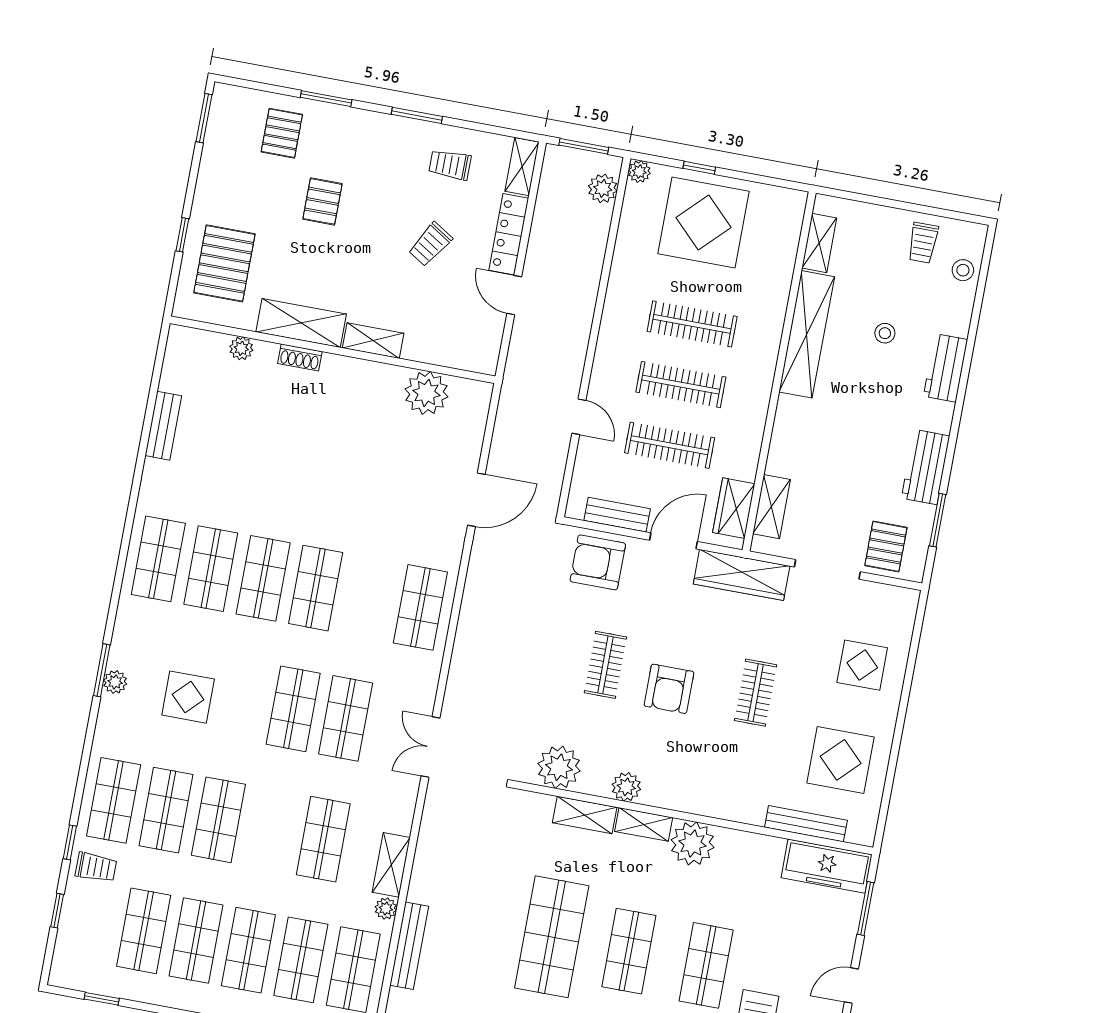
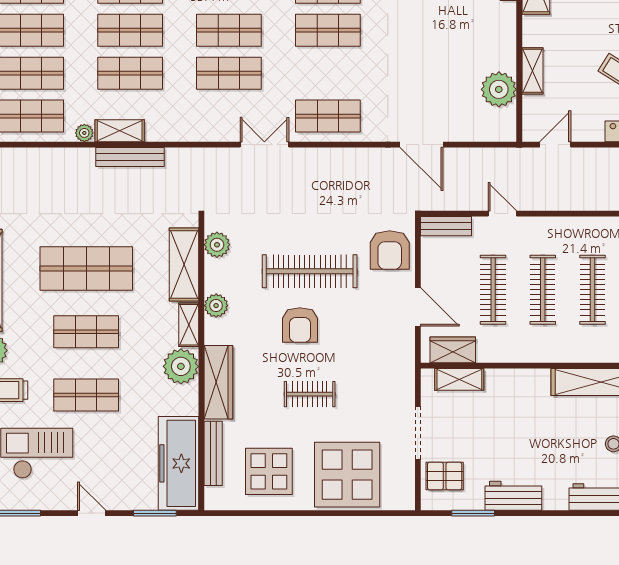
door: (514, 295) -> (555, 145), moved
shelving: (373, 341) -> (532, 71), moved
door: (579, 417) -> (502, 214), swing flipped
bench: (617, 515) -> (446, 226), moved, turned 90
armchair: (598, 562) -> (390, 250), turned 180
wardrobe: (742, 575) -> (218, 382), moved, turned 180
clothes rail: (605, 665) -> (310, 271), width x1.86, depth x1.31
display table: (862, 665) -> (347, 475), width x1.86, depth x1.86
armchair: (669, 689) -> (300, 325), turned -90
double door: (431, 747) -> (264, 145), moved
plant: (559, 767) -> (217, 245), width x0.73, depth x0.73
shelving: (585, 815) -> (184, 265), width x1.50, depth x1.33
shop shelf: (271, 829) -> (130, 30), added
freezer: (827, 866) -> (178, 463), width x1.36, depth x1.26
bench: (409, 946) -> (130, 157), moved

